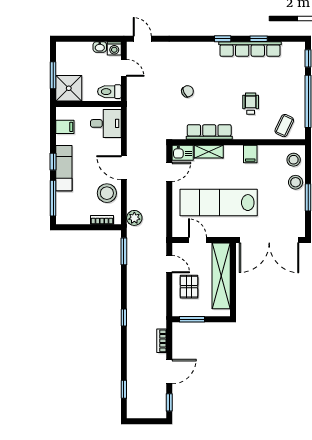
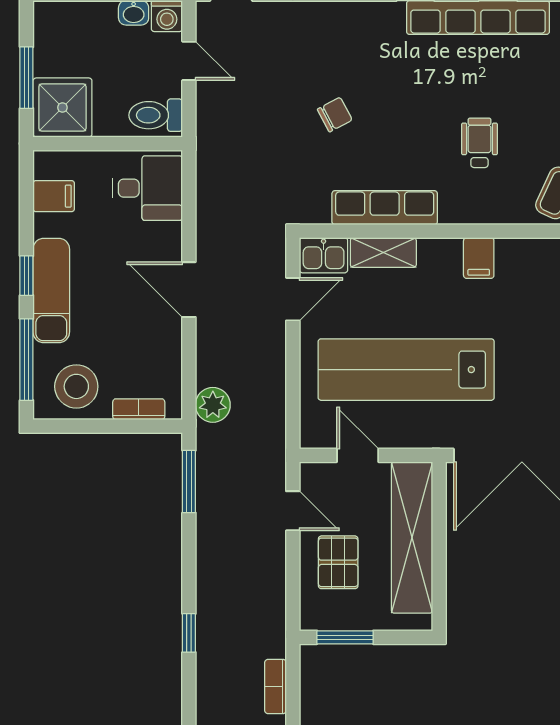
stool: (107, 193) -> (76, 386), moved

